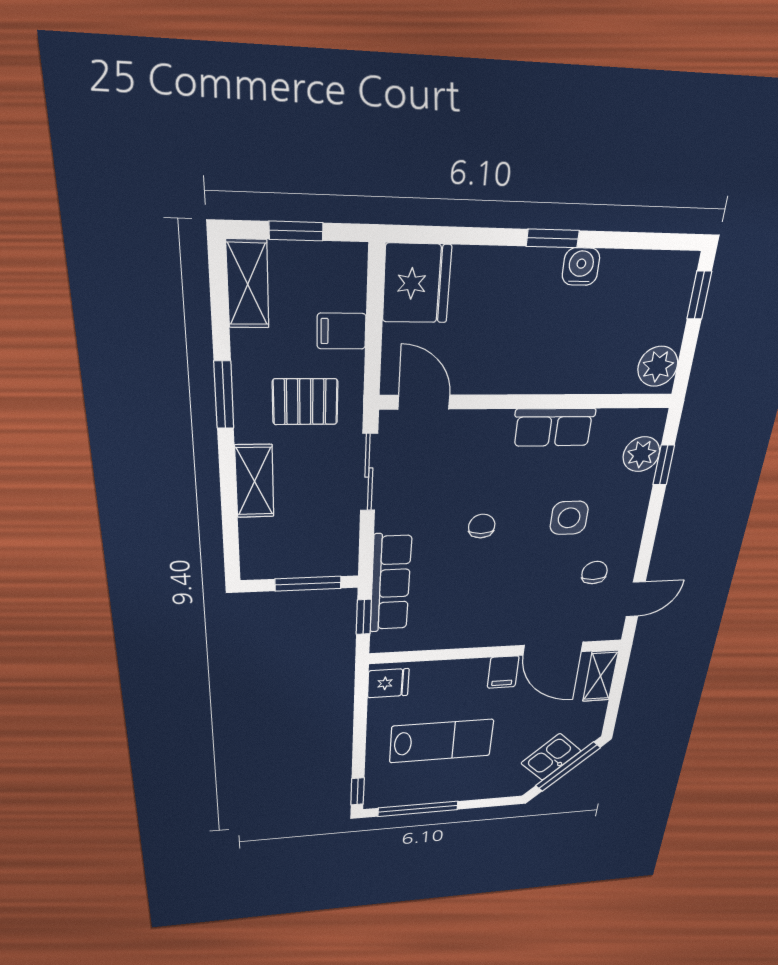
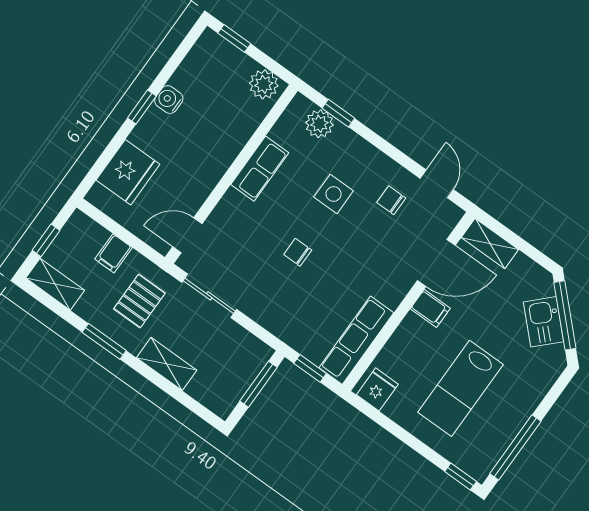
fridge: (417, 284) -> (128, 172), moved, turned 90
row of seats: (391, 583) -> (356, 340), moved, turned -90
lab bench: (442, 741) -> (461, 388), turned 180

